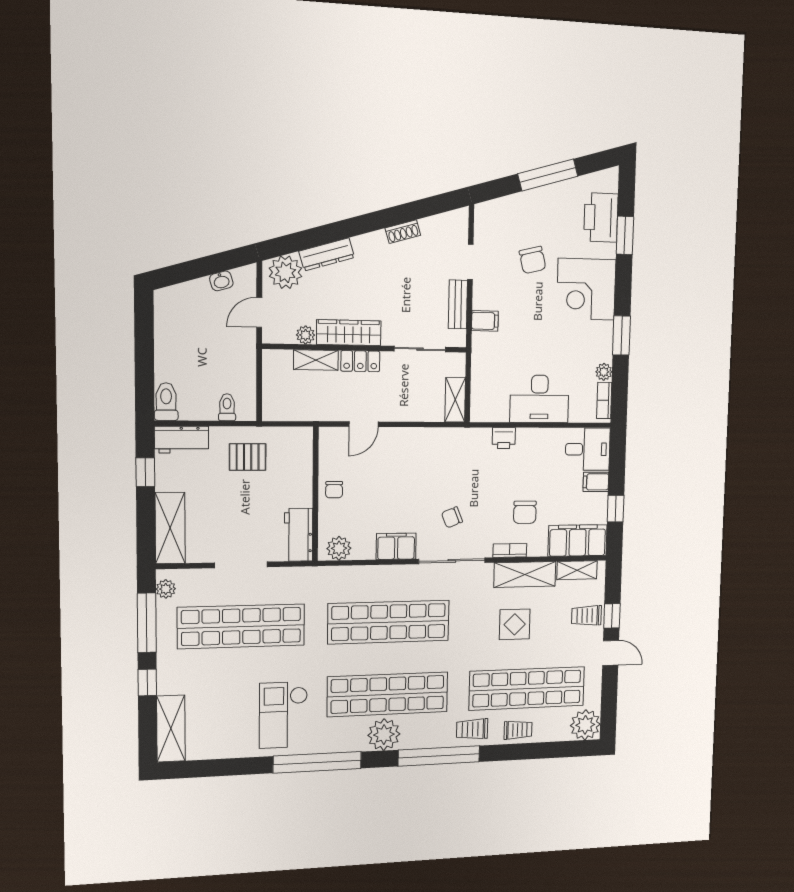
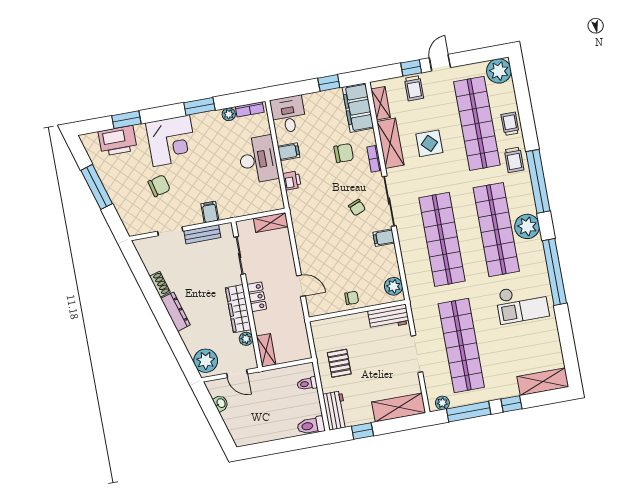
dresser: (327, 254) -> (176, 312), moved
shelving: (316, 360) -> (266, 350), moved
filing cabinet: (596, 482) -> (289, 152), moved, turned -90
filing cabinet: (396, 546) -> (384, 238), width x0.50

